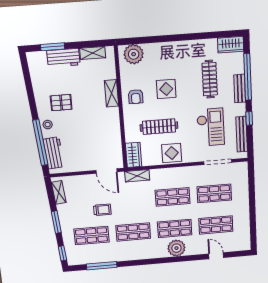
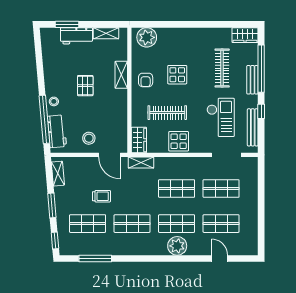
pallet: (61, 103) -> (85, 86), moved, turned 90
stool: (85, 157) -> (89, 138), added

